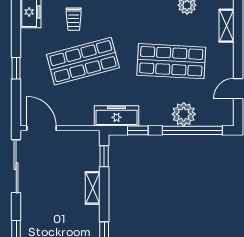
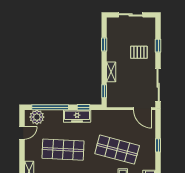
shop shelf: (83, 61) -> (117, 150), turned 30
plant: (184, 114) -> (37, 117), moved
freezer: (117, 116) -> (77, 116), moved
pallet: (47, 220) -> (139, 52), added

